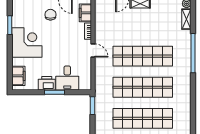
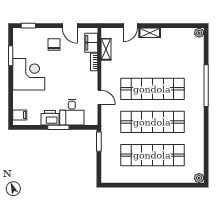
shelving: (186, 19) -> (106, 49), moved
door: (93, 50) -> (99, 97), moved
filing cabinet: (18, 76) -> (20, 115), width x0.50

